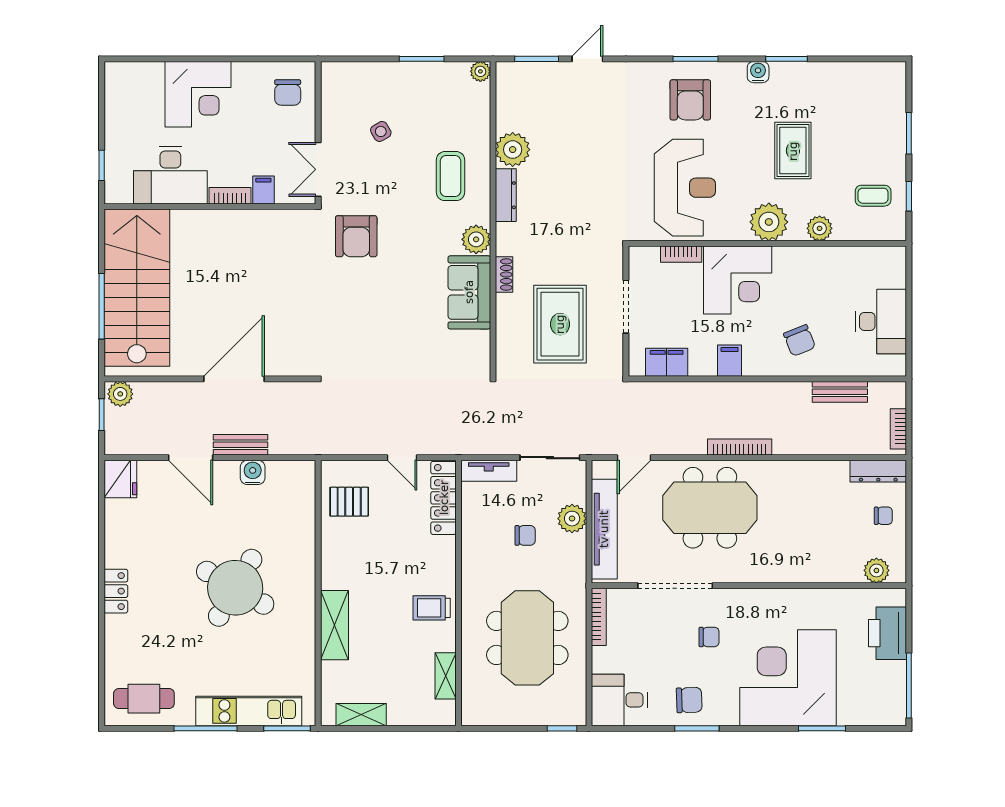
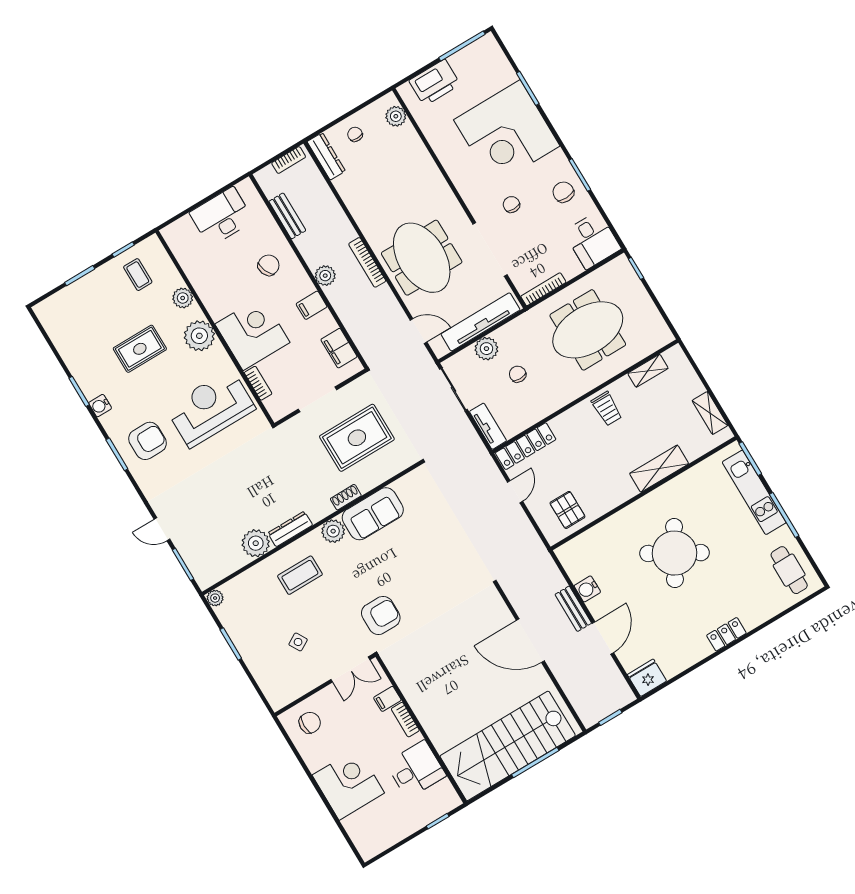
desk: (170, 175) -> (416, 769), width x0.73
plant: (120, 394) -> (325, 276), moved

